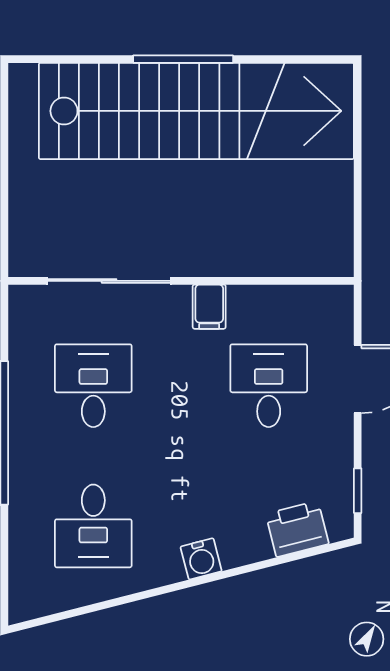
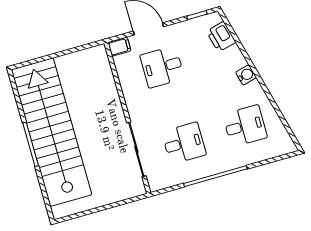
filing cabinet: (209, 307) -> (119, 47), moved
desk: (93, 386) -> (184, 143), turned 180

